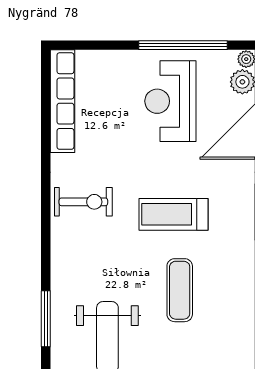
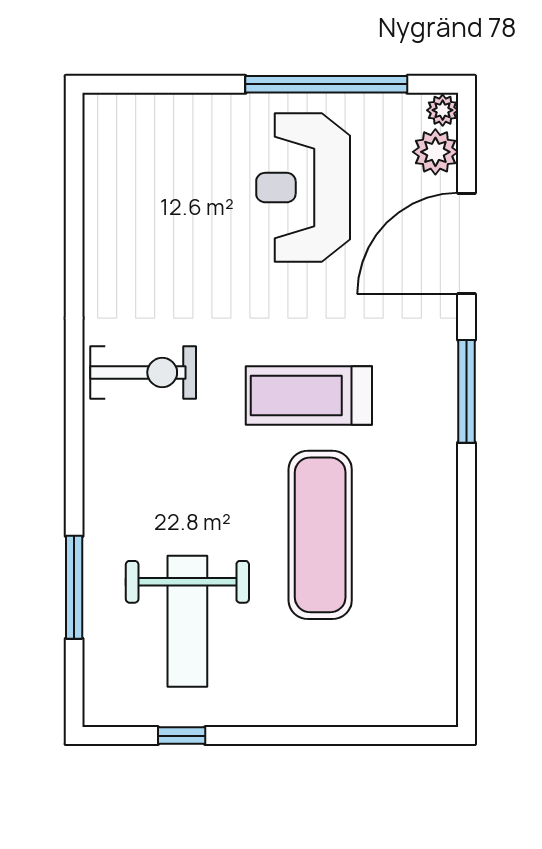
row of seats: (63, 101) -> (105, 187), removed
exercise mat: (180, 290) -> (320, 535), width x1.36, depth x1.45

